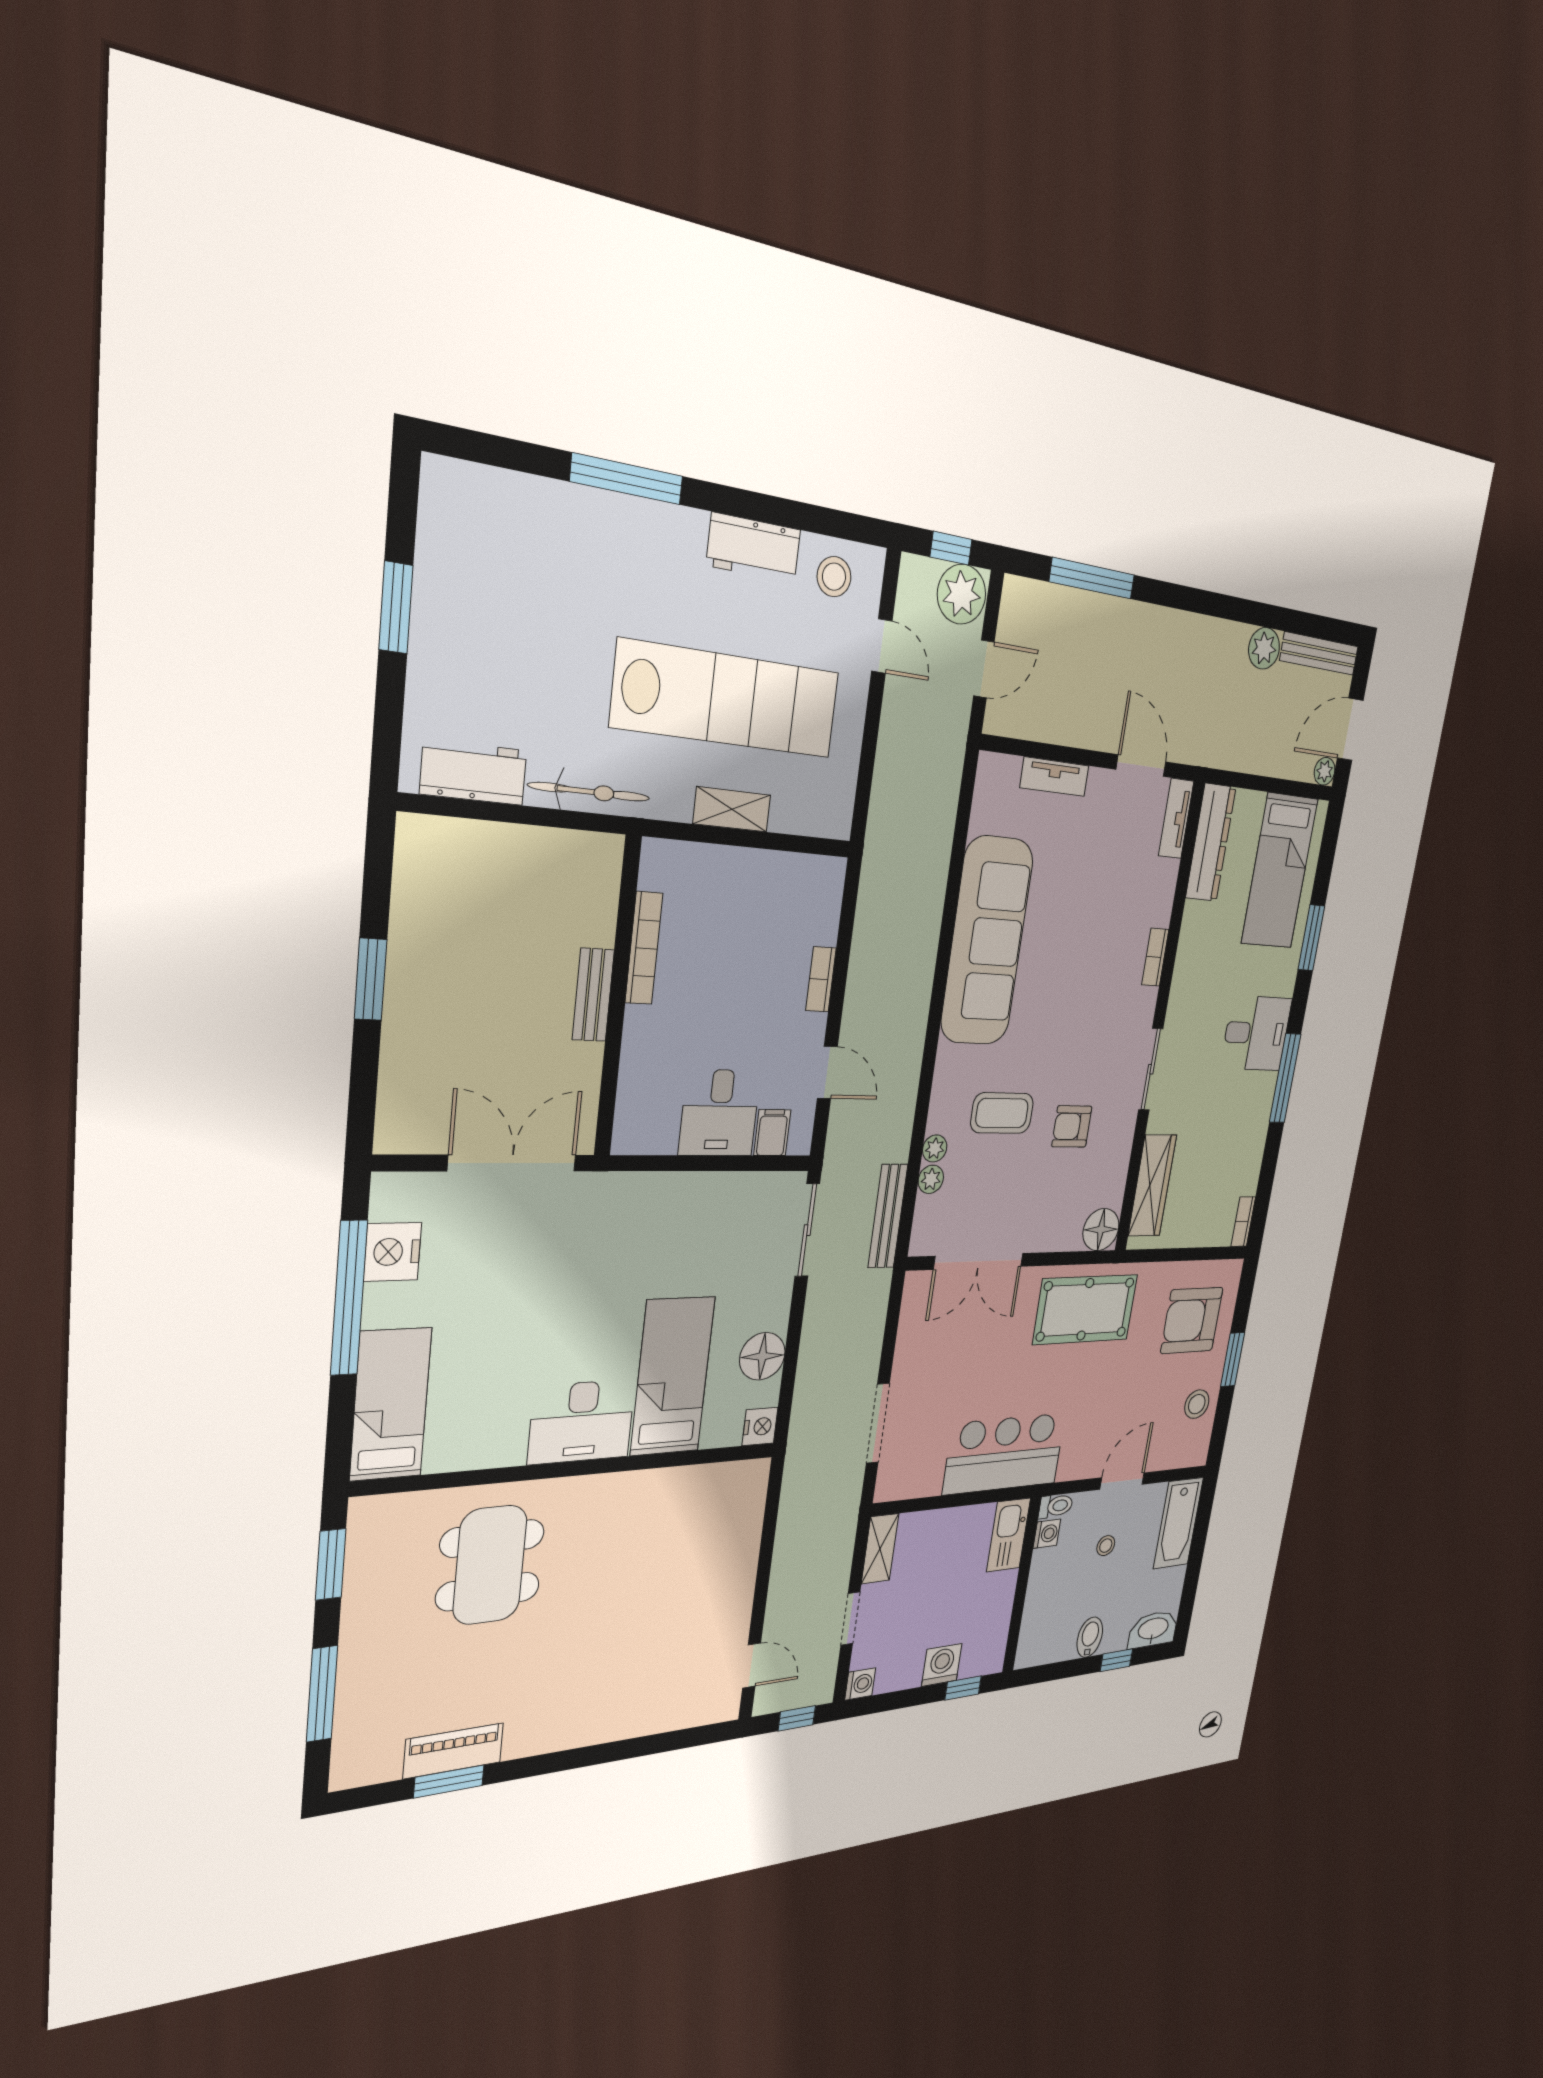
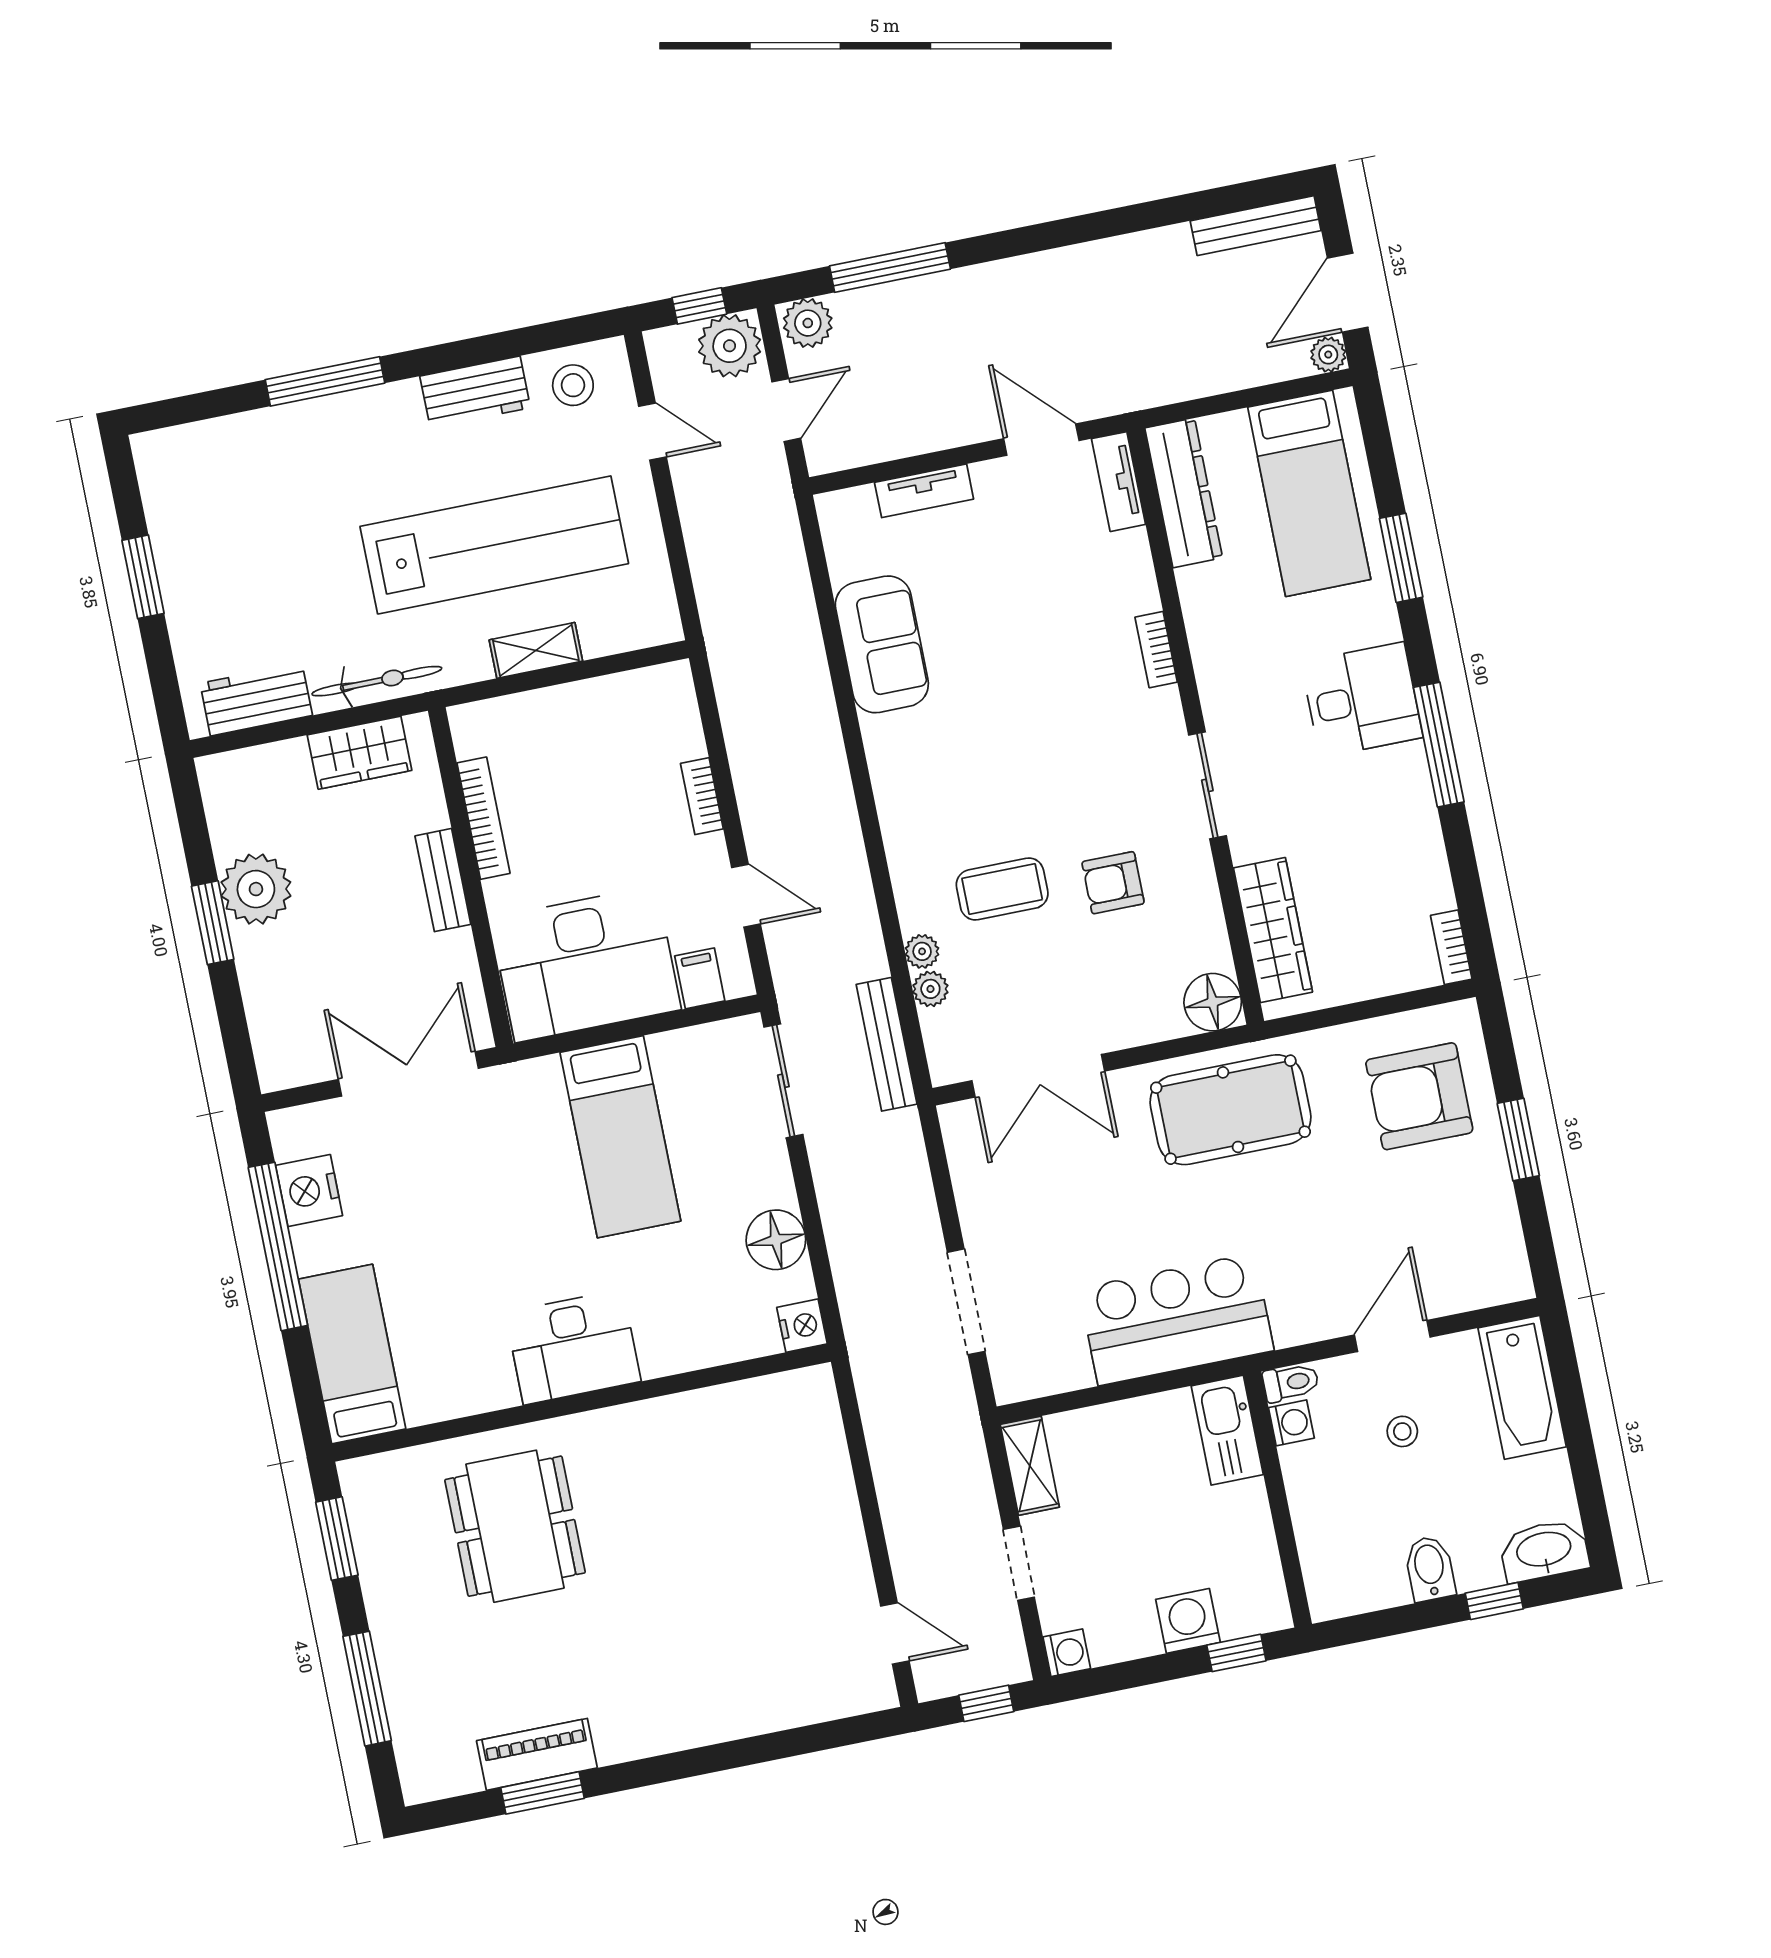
plant: (1264, 648) -> (808, 323), moved
wardrobe: (554, 855) -> (360, 753), added
sofa: (987, 942) -> (882, 644), width x0.54, depth x0.79
plant: (422, 958) -> (256, 889), added
desk: (720, 1113) -> (586, 964), width x1.87, depth x1.30
bed: (673, 1376) -> (620, 1137), moved, turned 180
stool: (1197, 1404) -> (1480, 1211), removed

